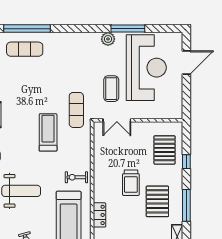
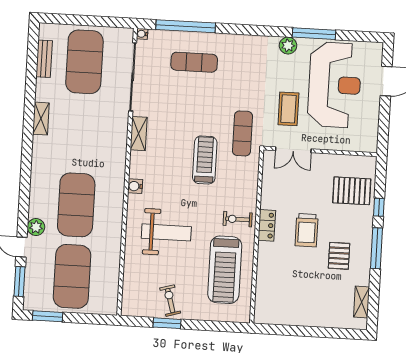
exercise mat: (25, 49) -> (194, 62), moved
pallet: (165, 150) -> (352, 191), turned 90
pallet: (157, 201) -> (339, 256), width x0.67, depth x0.71
window: (186, 205) -> (376, 248), moved
locker: (100, 215) -> (267, 225), moved

